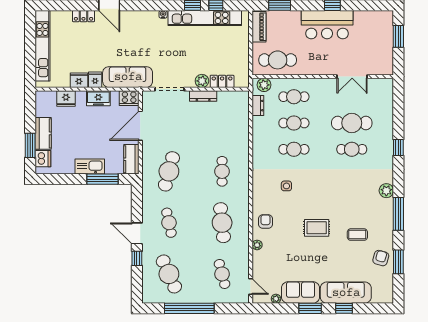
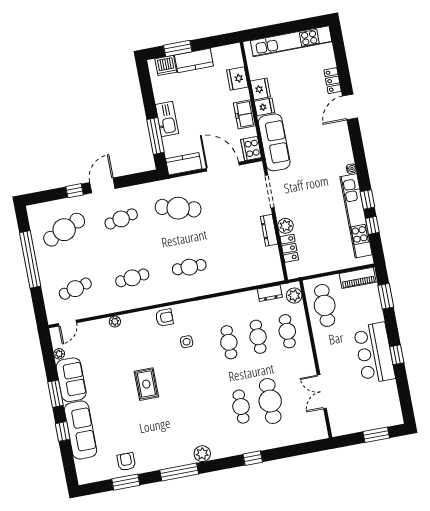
armchair: (266, 221) -> (164, 318), moved
cafe table: (222, 223) -> (132, 278), width x0.73, depth x0.74
coffee table: (357, 235) -> (147, 431), removed
armchair: (381, 258) -> (126, 462), turned -106

